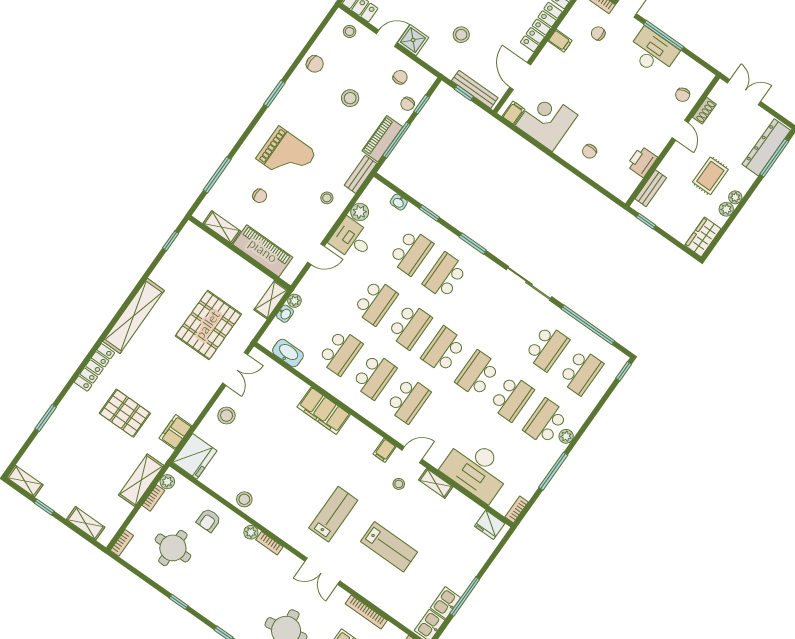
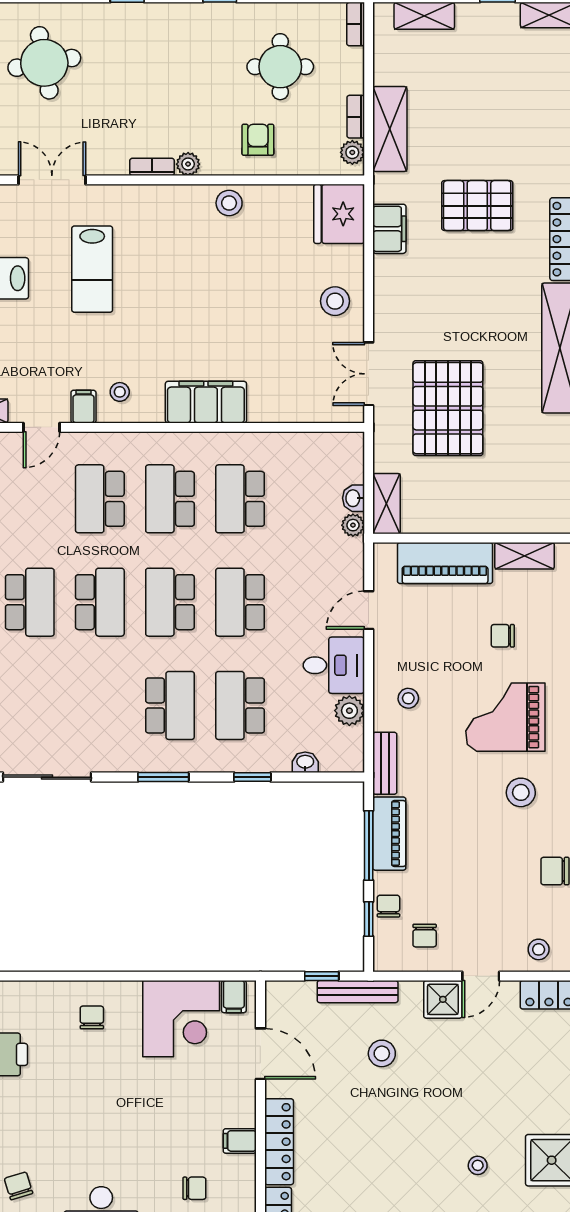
bench: (475, 89) -> (358, 992), moved
stool: (350, 98) -> (521, 792), moved
washbasin: (288, 353) -> (311, 447), removed
stool: (399, 484) -> (120, 392), moved

